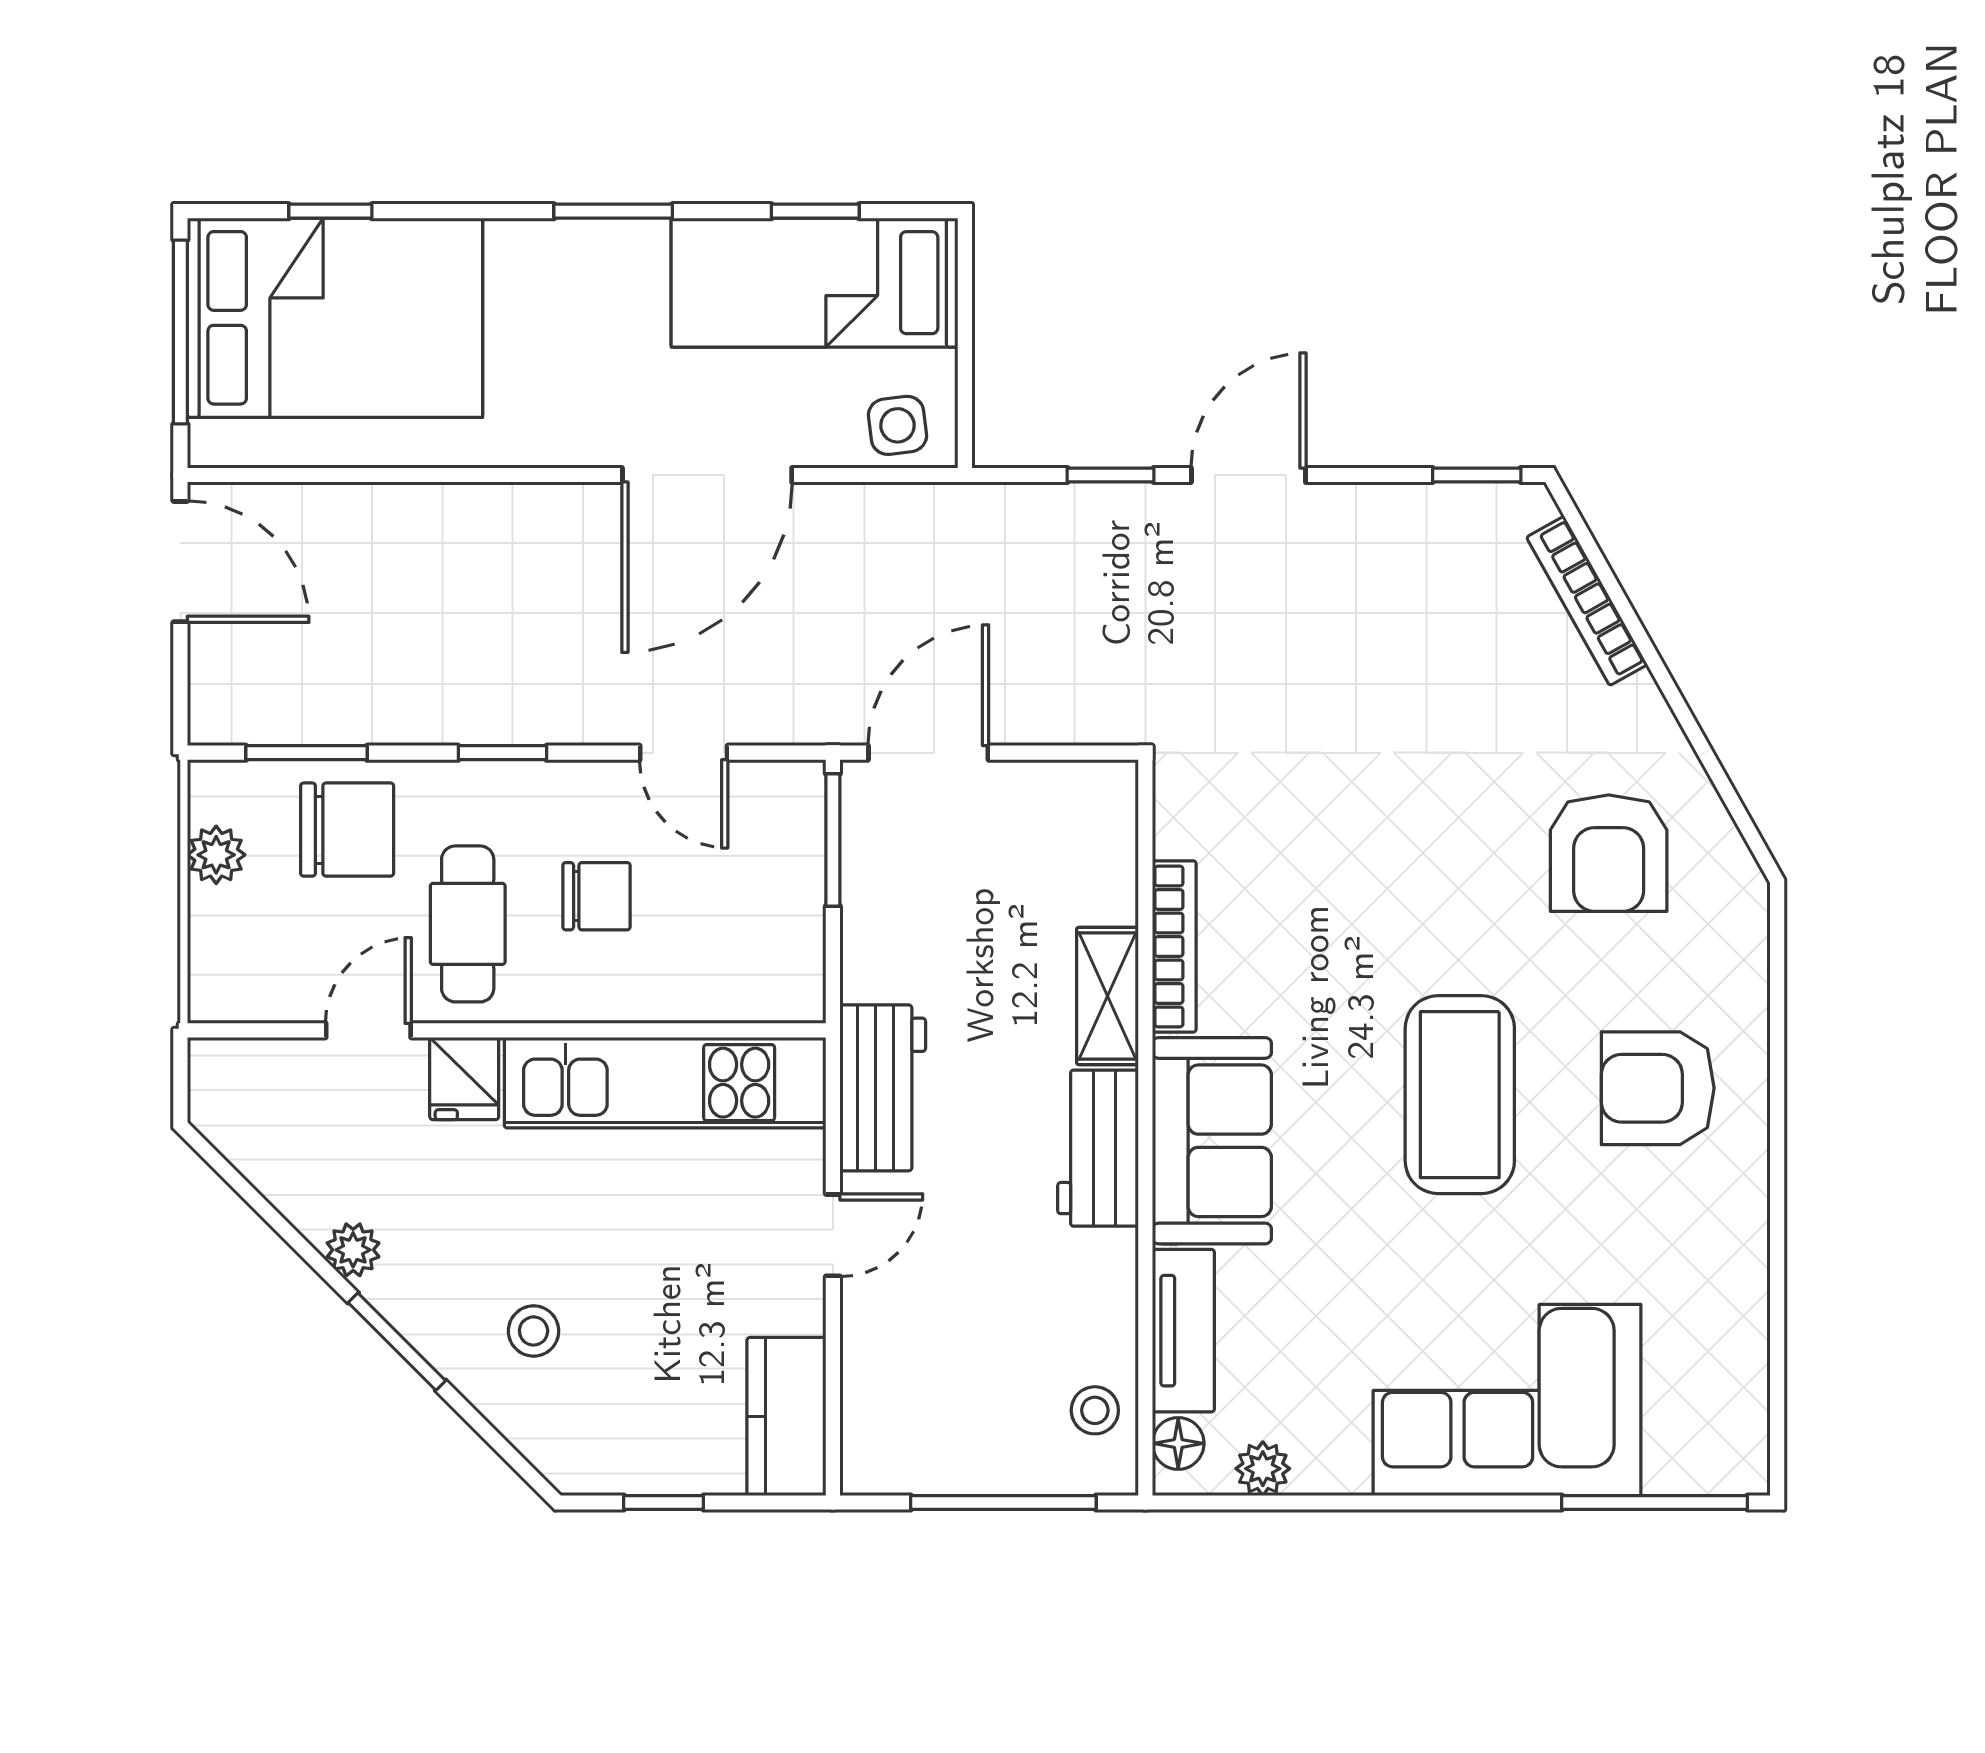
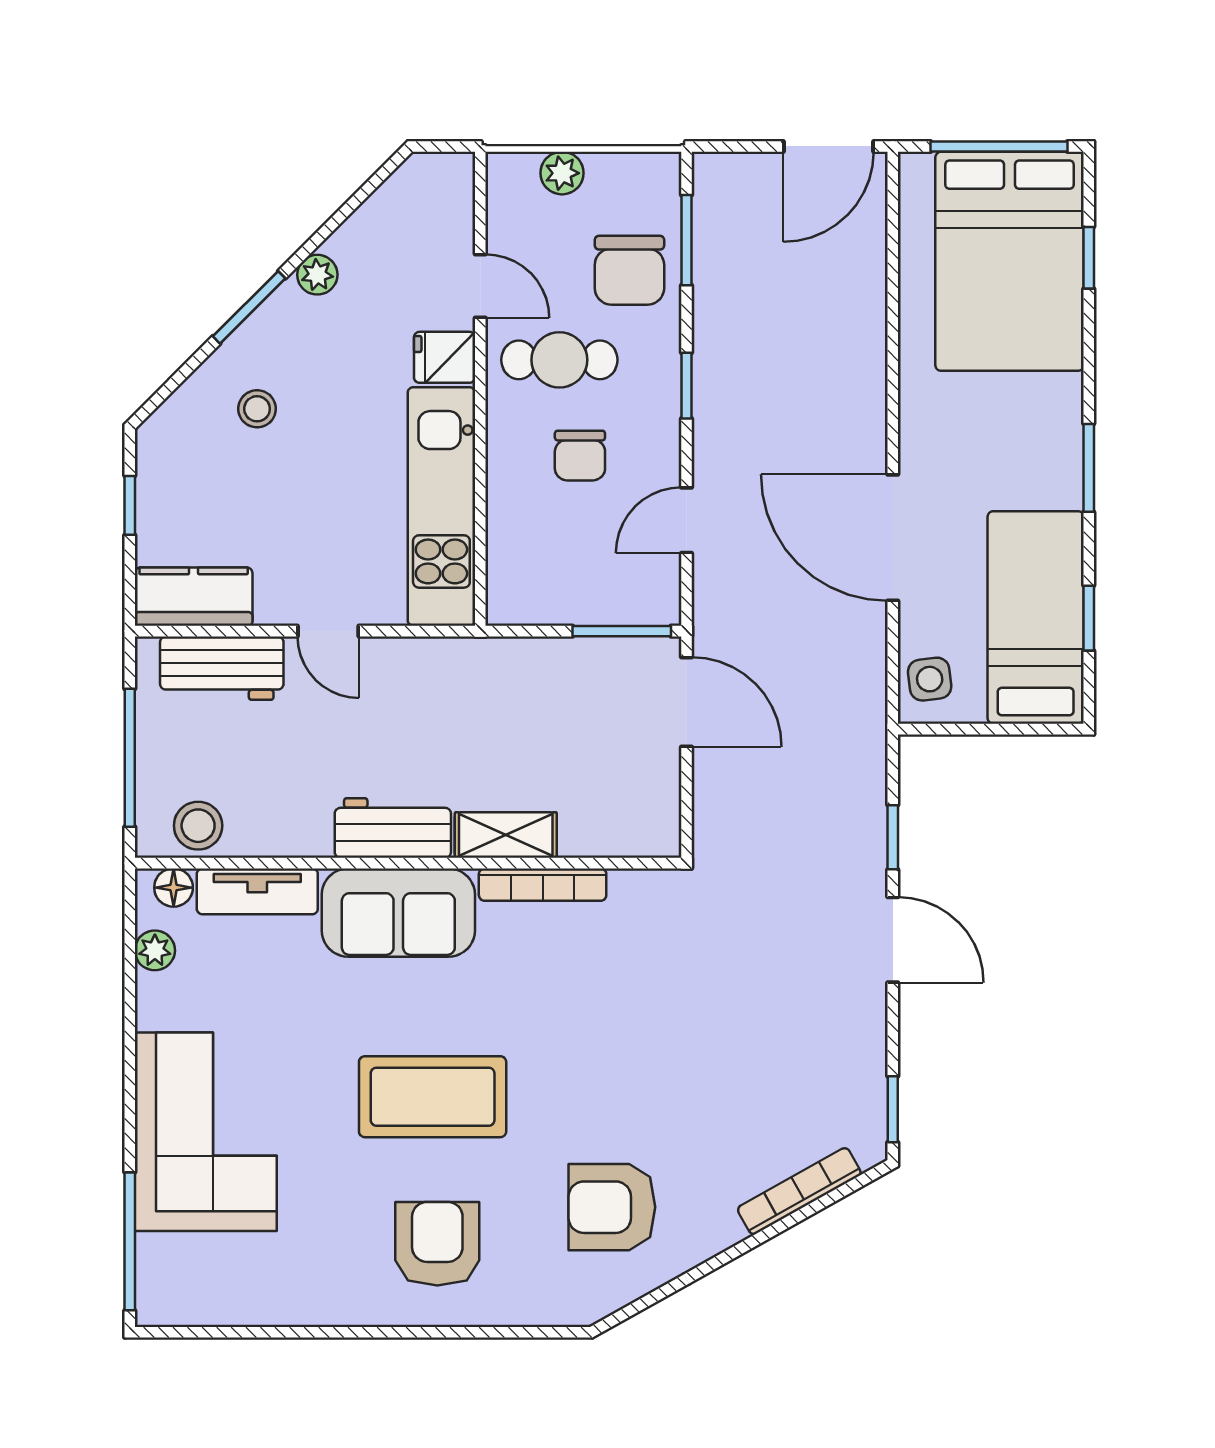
plant: (216, 855) -> (562, 173), moved
workbench: (883, 1088) -> (222, 668), moved
stool: (1095, 1410) -> (198, 826), width x1.37, depth x1.37

